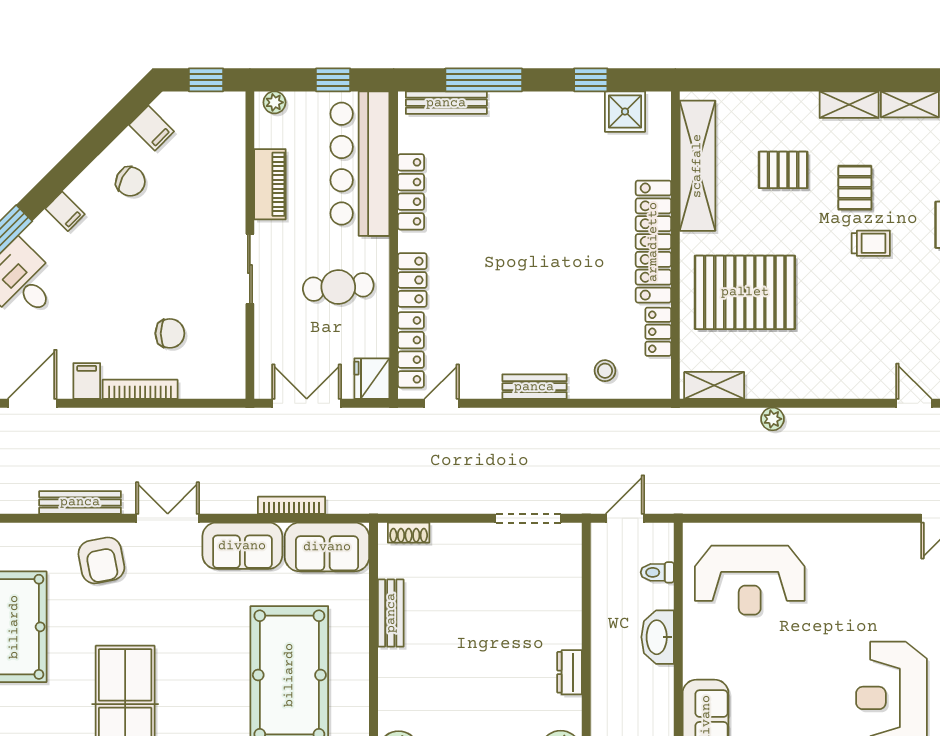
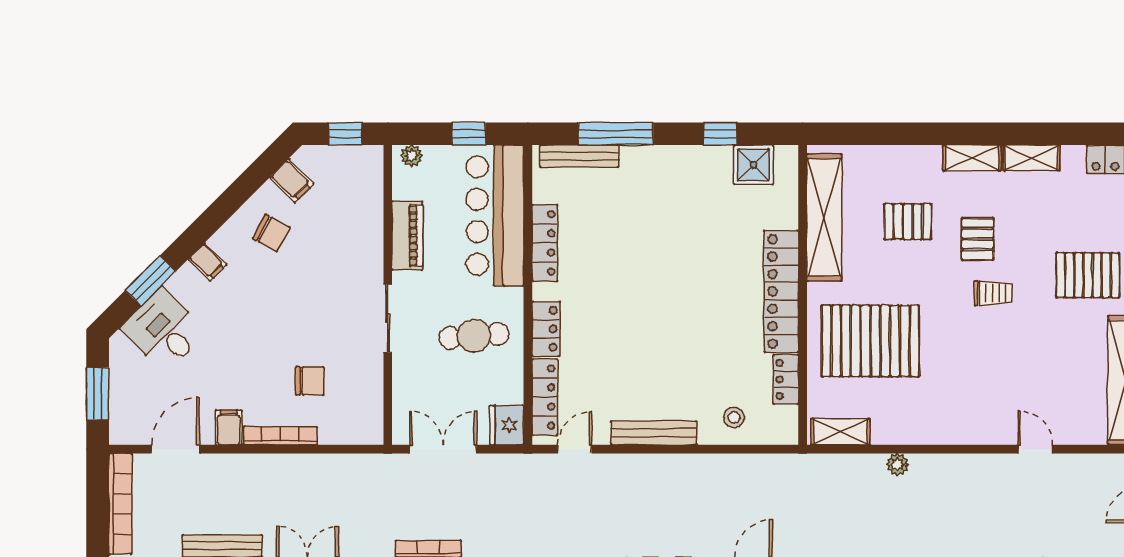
bench: (534, 387) -> (654, 433), width x1.36

